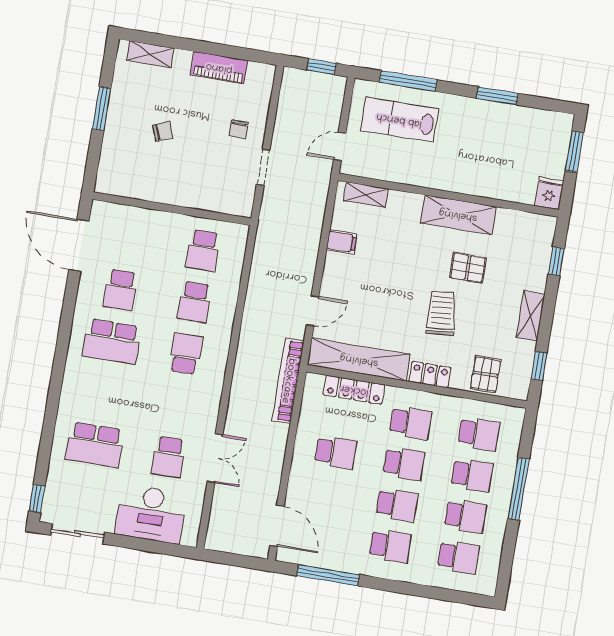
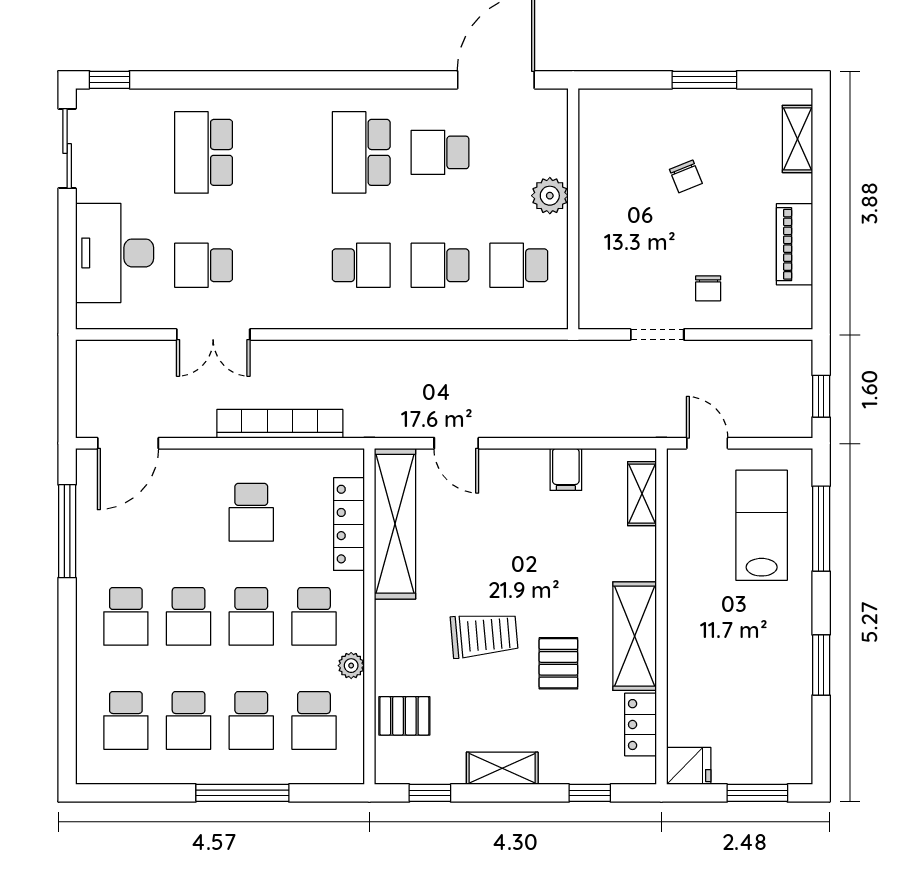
chair: (239, 129) -> (708, 288), turned -90
plant: (161, 223) -> (550, 196), added
locker: (430, 375) -> (640, 725), moved, turned 180
bookcase: (288, 381) -> (280, 424), moved
plant: (447, 404) -> (351, 666), added

